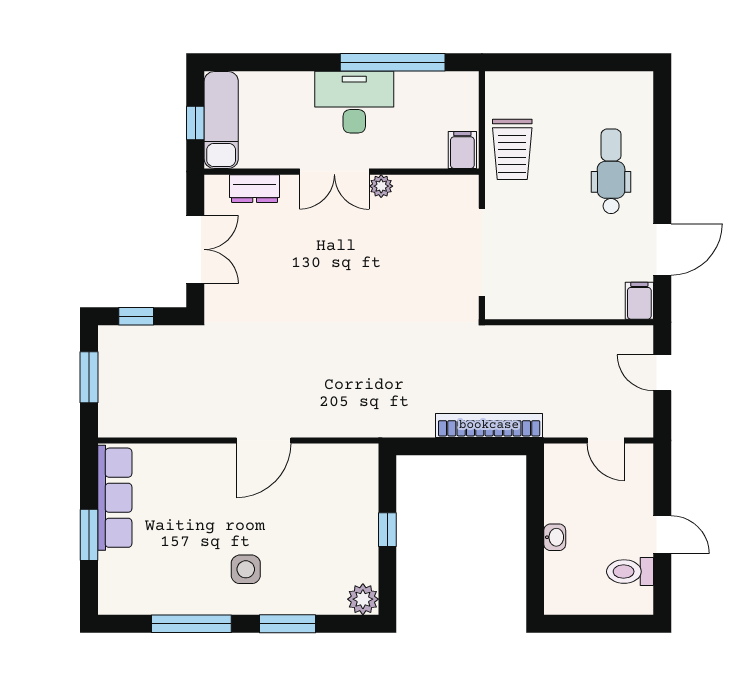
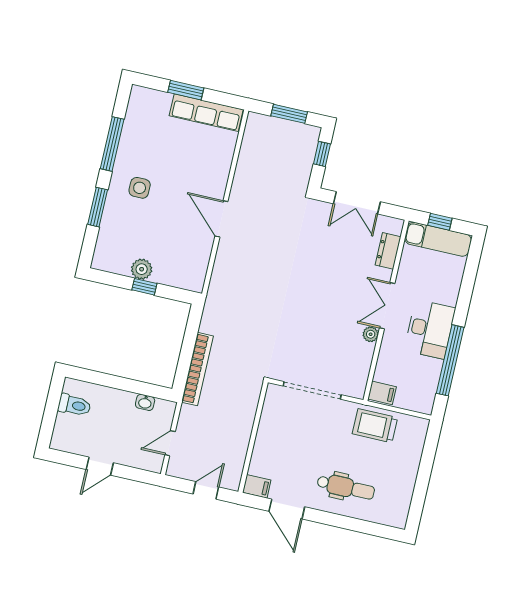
washbasin: (555, 537) -> (145, 402), moved
toilet: (630, 572) -> (74, 405), moved, turned 90
plant: (363, 599) -> (142, 269), moved

